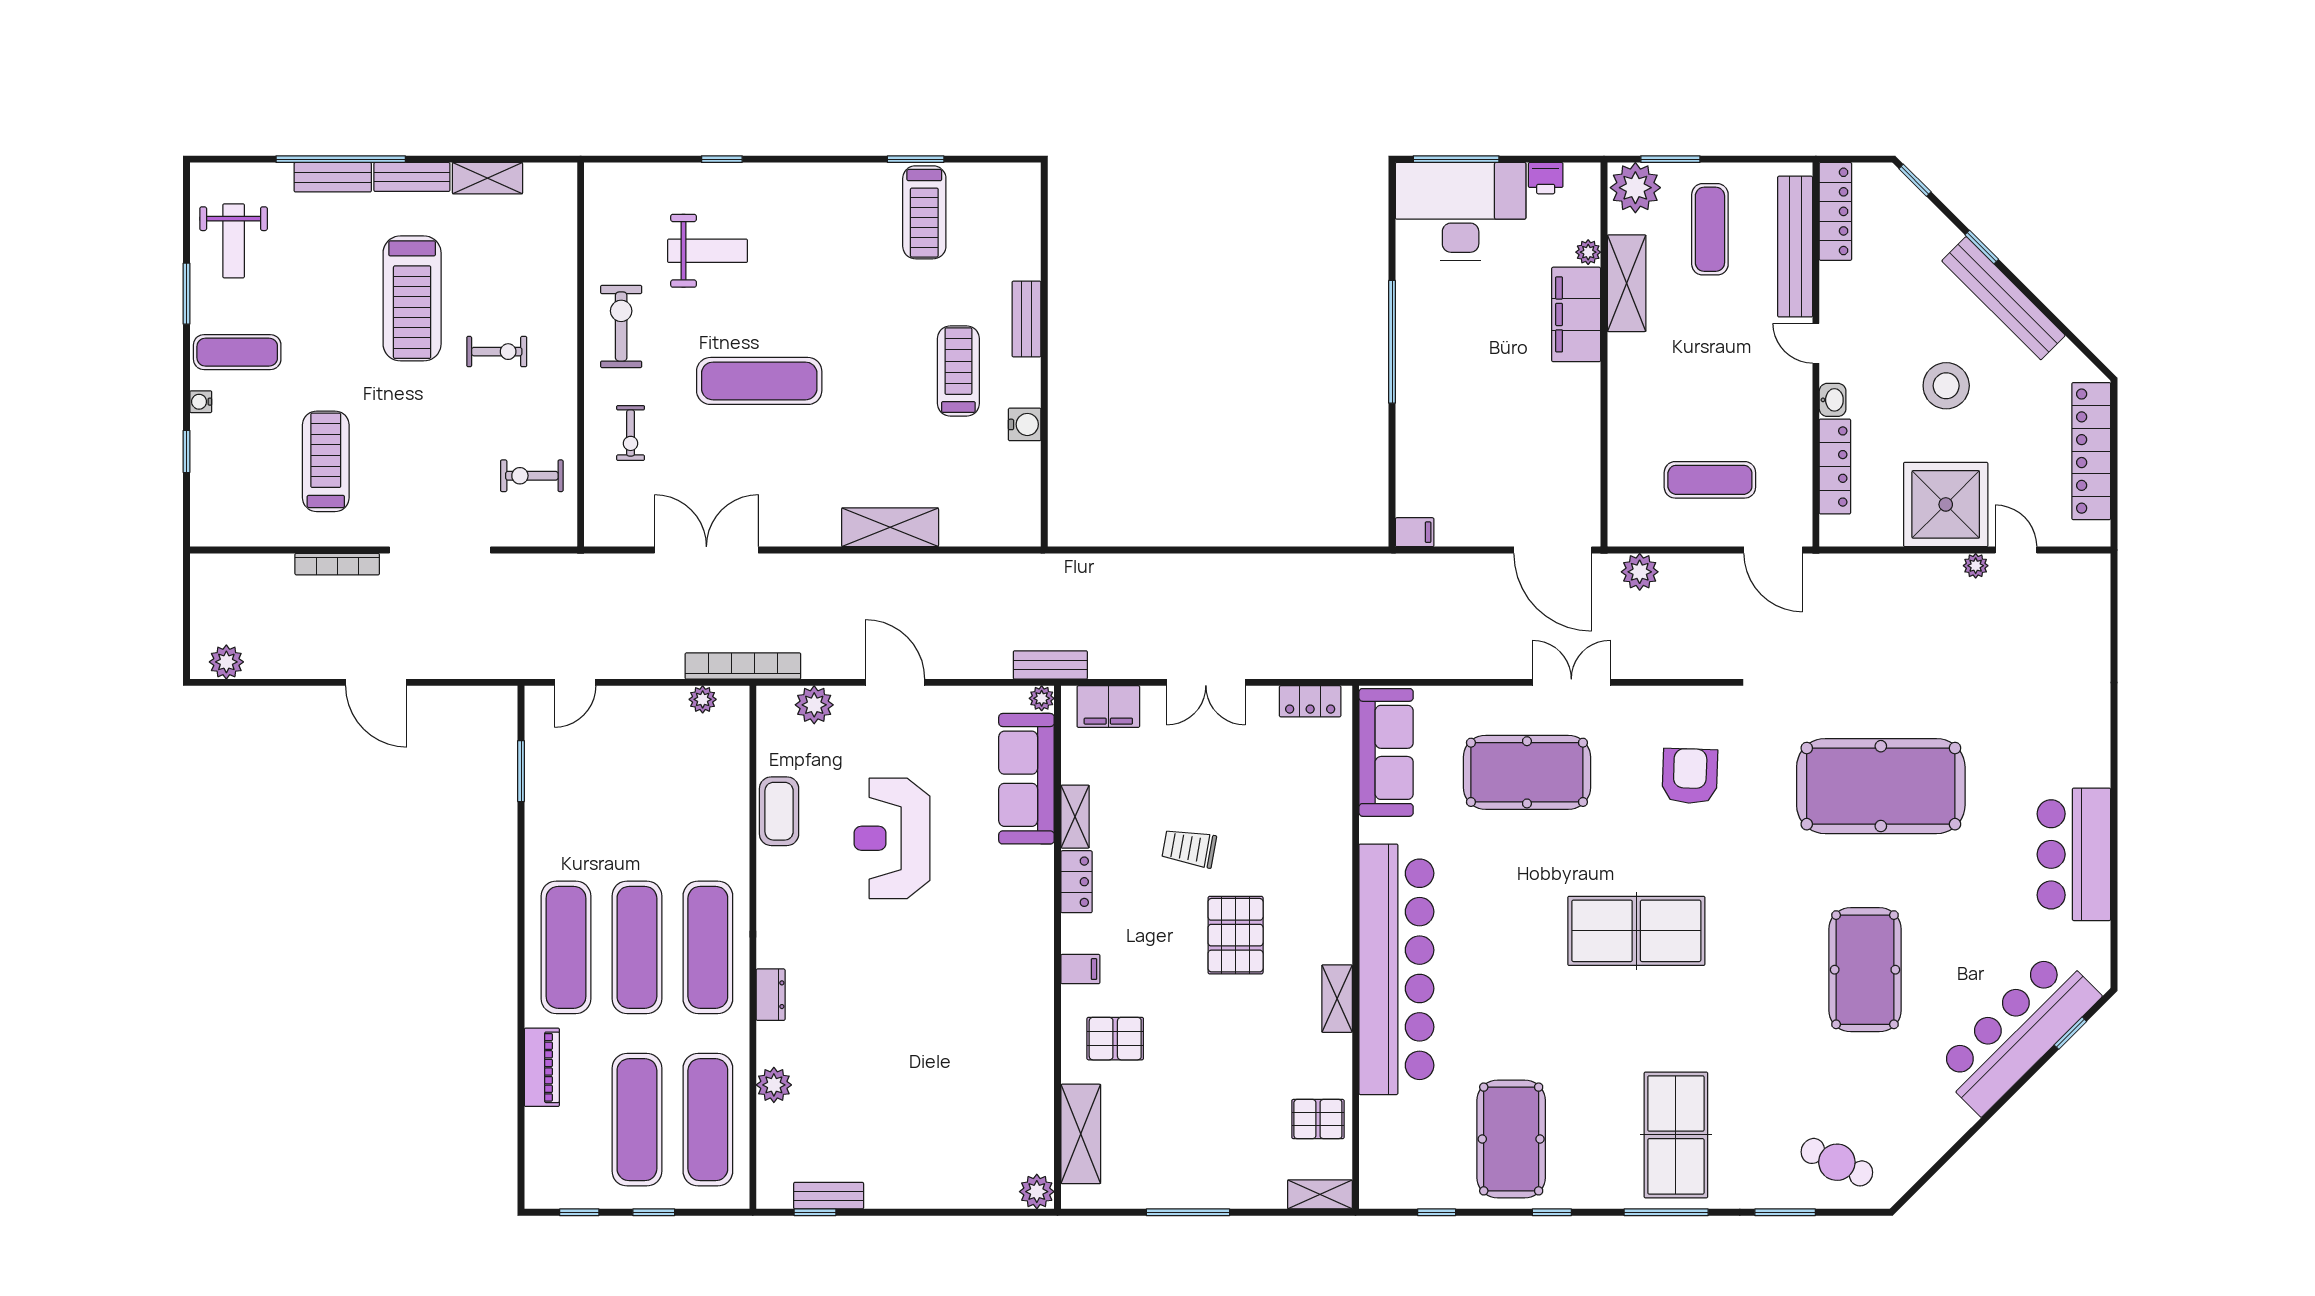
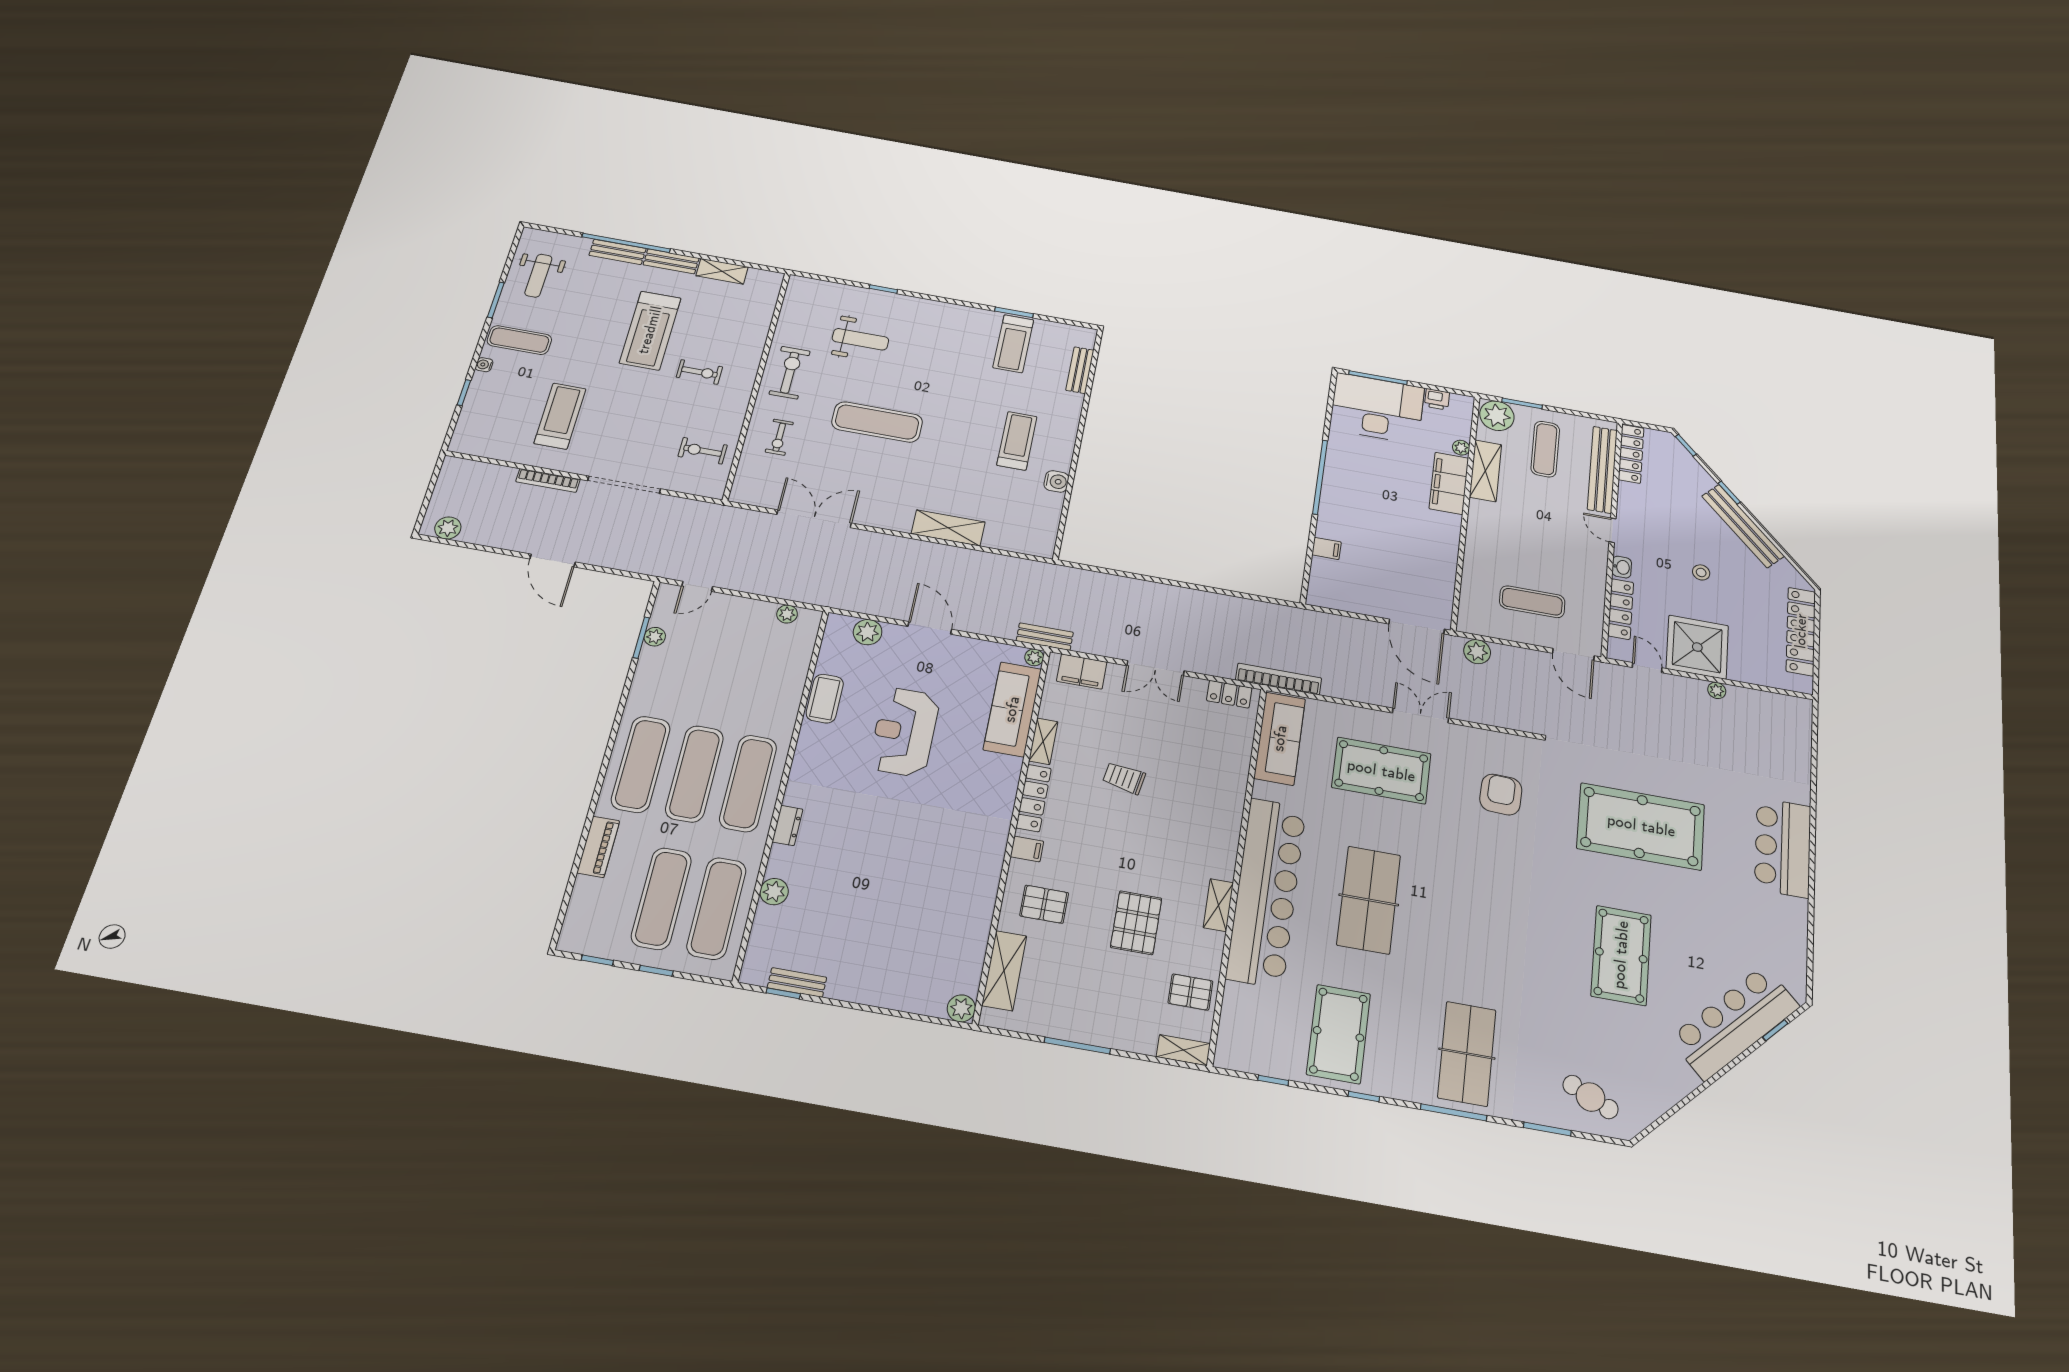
bench: (1027, 319) -> (1080, 370), moved
stool: (1946, 386) -> (1701, 572), width x0.53, depth x0.53
filing cabinet: (1415, 532) -> (1326, 548), moved
door: (2016, 550) -> (1647, 668), moved
bookcase: (743, 666) -> (1279, 679), moved
plant: (538, 766) -> (655, 637), added
bar counter: (2074, 854) -> (1783, 848), moved
locker: (1076, 882) -> (1034, 798), width x1.53
table tennis table: (1636, 931) -> (1369, 900), moved, turned 90
pallet: (1236, 935) -> (1136, 923), moved

